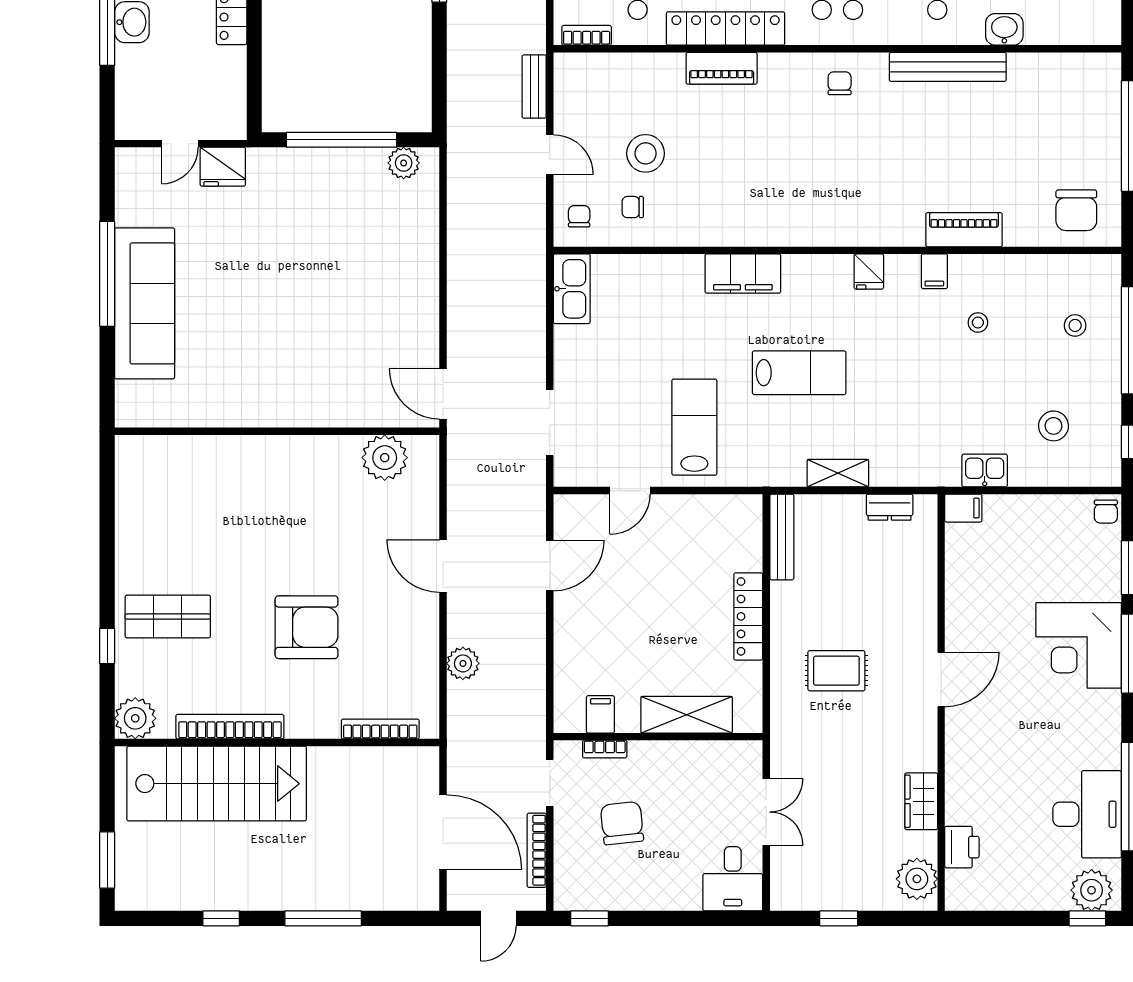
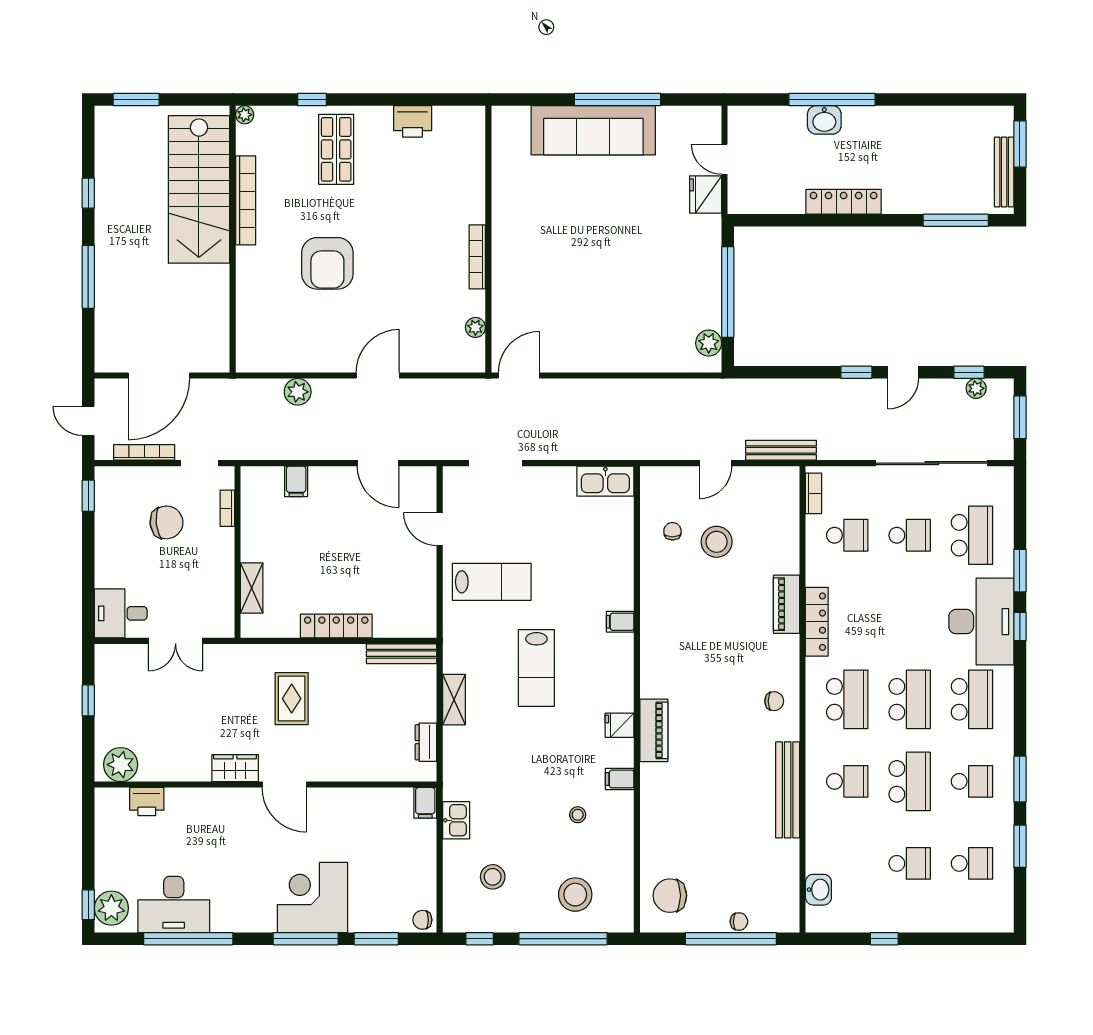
locker: (726, 28) -> (817, 622), width x0.71, depth x0.83
washbasin: (1004, 29) -> (818, 890), moved
bench: (534, 86) -> (781, 450), width x1.36
chair: (579, 216) -> (739, 922), moved
piano: (964, 230) -> (654, 730), moved
filing cabinet: (743, 274) -> (620, 622), width x0.33, depth x0.86
stool: (1075, 325) -> (575, 895), width x1.89, depth x1.89
plant: (385, 458) -> (475, 327), width x0.53, depth x0.53
printer: (134, 524) -> (413, 121), added
filing cabinet: (600, 714) -> (296, 481), moved, turned 90
shelving: (687, 715) -> (252, 588), width x0.67, depth x0.75
plant: (135, 718) -> (245, 115), width x0.53, depth x0.53
bookcase: (380, 729) -> (477, 257), moved, turned 180
wardrobe: (921, 801) -> (235, 768), moved

